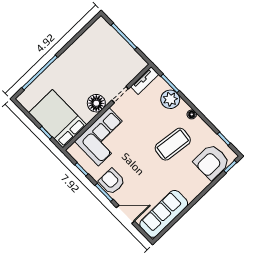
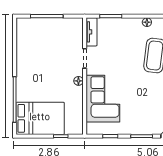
plant: (170, 99) -> (122, 27), removed
floor lamp: (96, 103) -> (78, 81), width x0.53, depth x0.53
bed: (58, 119) -> (40, 118), moved, turned 180
armchair: (112, 181) -> (139, 123), removed

